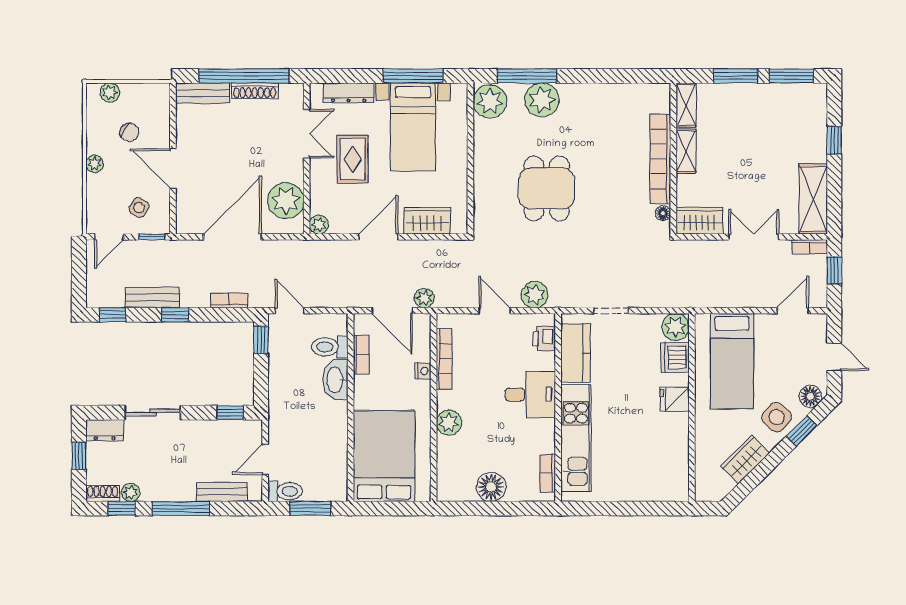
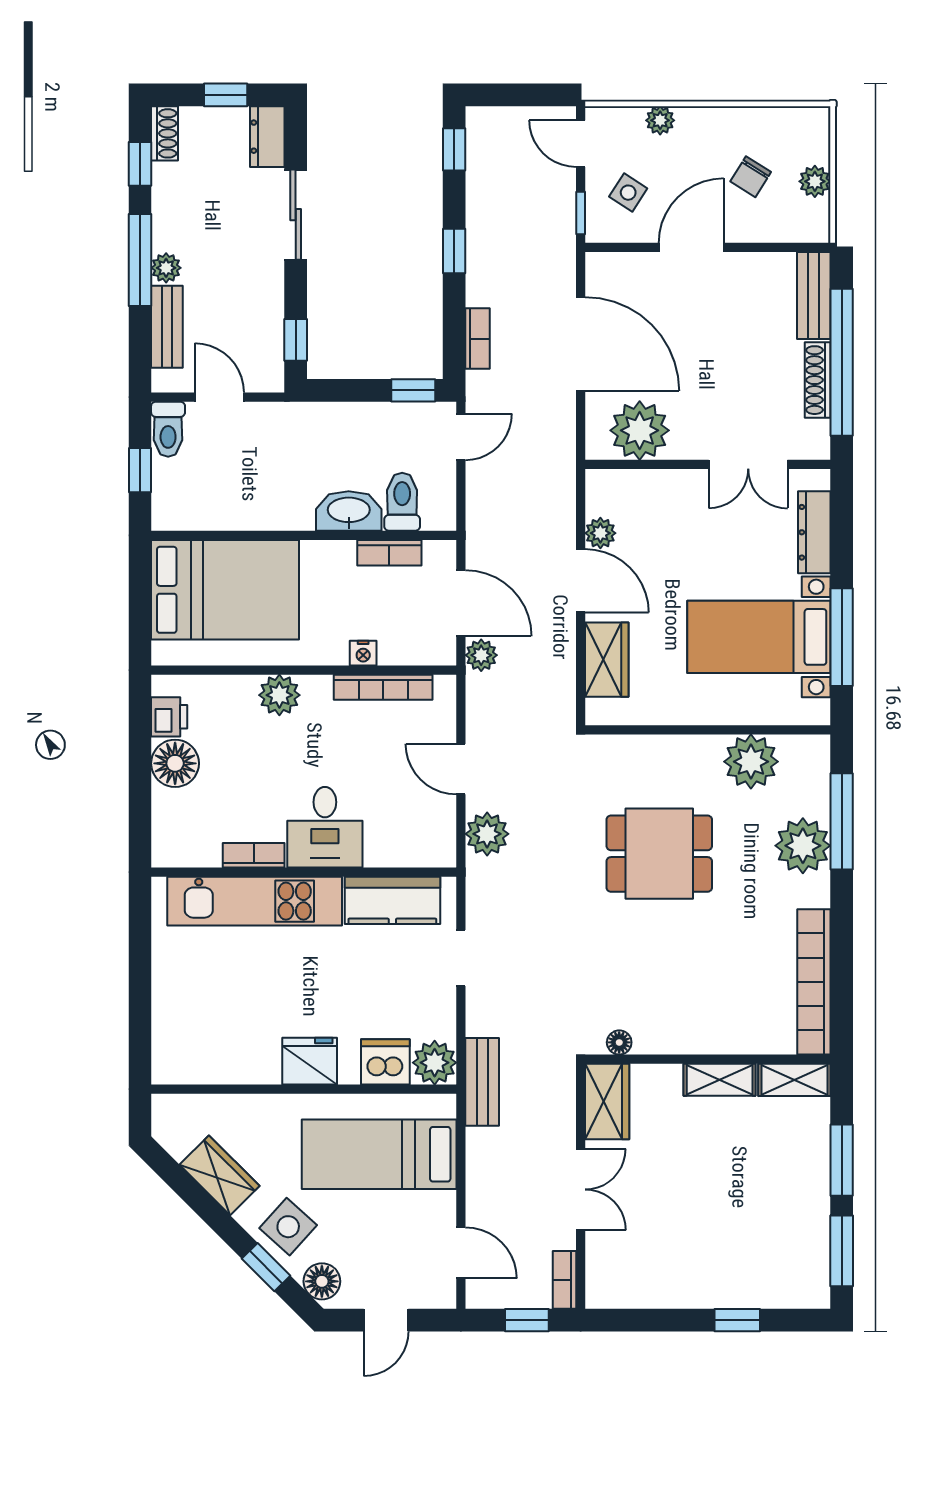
plant: (110, 93) -> (815, 181), moved
plant: (490, 101) -> (751, 762), moved
rug: (353, 159) -> (707, 539), removed
bookcase: (660, 159) -> (814, 982), moved, turned -90
plant: (95, 164) -> (660, 120), moved
shelving: (813, 199) -> (642, 1286), removed
plant: (319, 225) -> (600, 533), moved
bench: (152, 298) -> (482, 1082), moved
door: (392, 311) -> (461, 603), swing flipped
door: (495, 311) -> (461, 769), swing flipped
printer: (544, 339) -> (169, 717), moved, turned 90
fridge: (675, 399) -> (310, 1061), width x1.38
bookcase: (548, 473) -> (254, 855), moved
plant: (130, 492) -> (166, 268), moved
window: (310, 509) -> (140, 470), width x0.67

